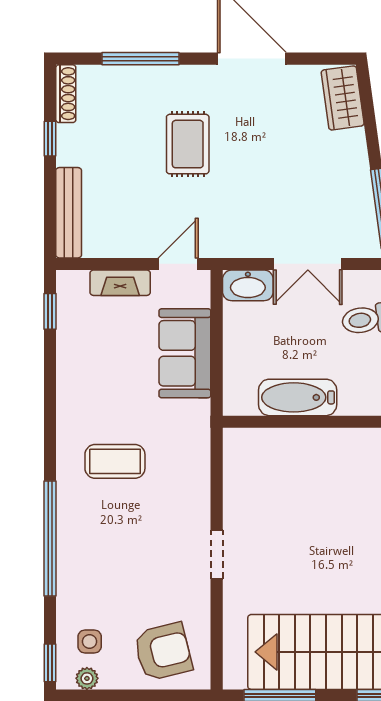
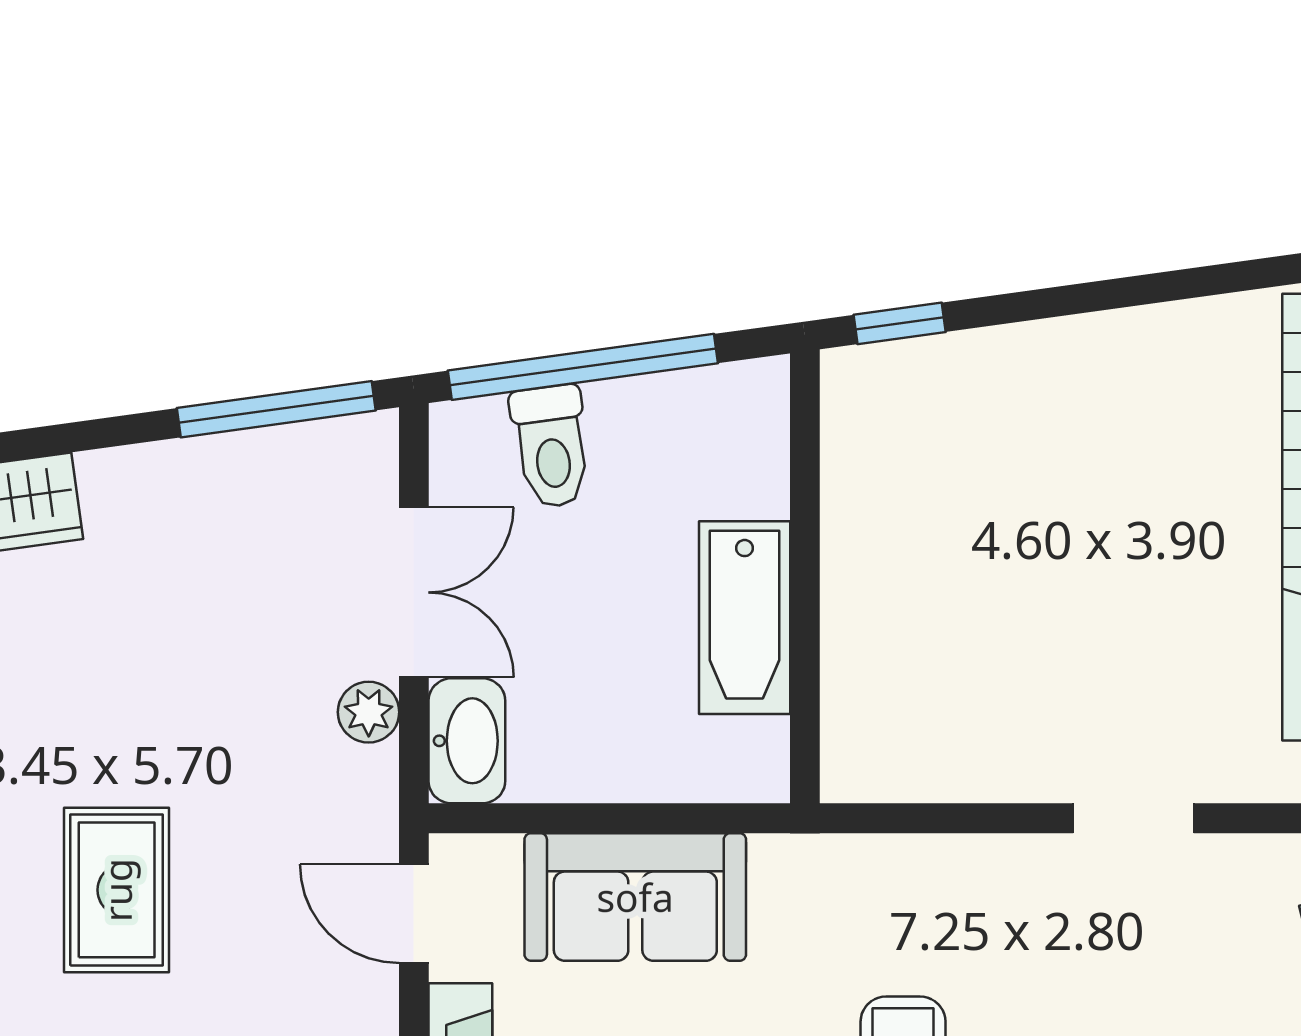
rug: (188, 144) -> (117, 890), turned 90
plant: (259, 246) -> (369, 712), added

